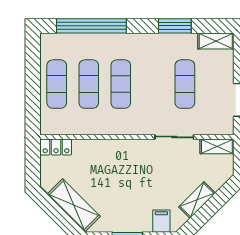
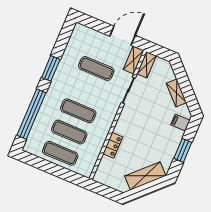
window: (175, 26) -> (51, 68), moved
shelving: (216, 41) -> (133, 60), moved
locker: (56, 147) -> (113, 145), moved

